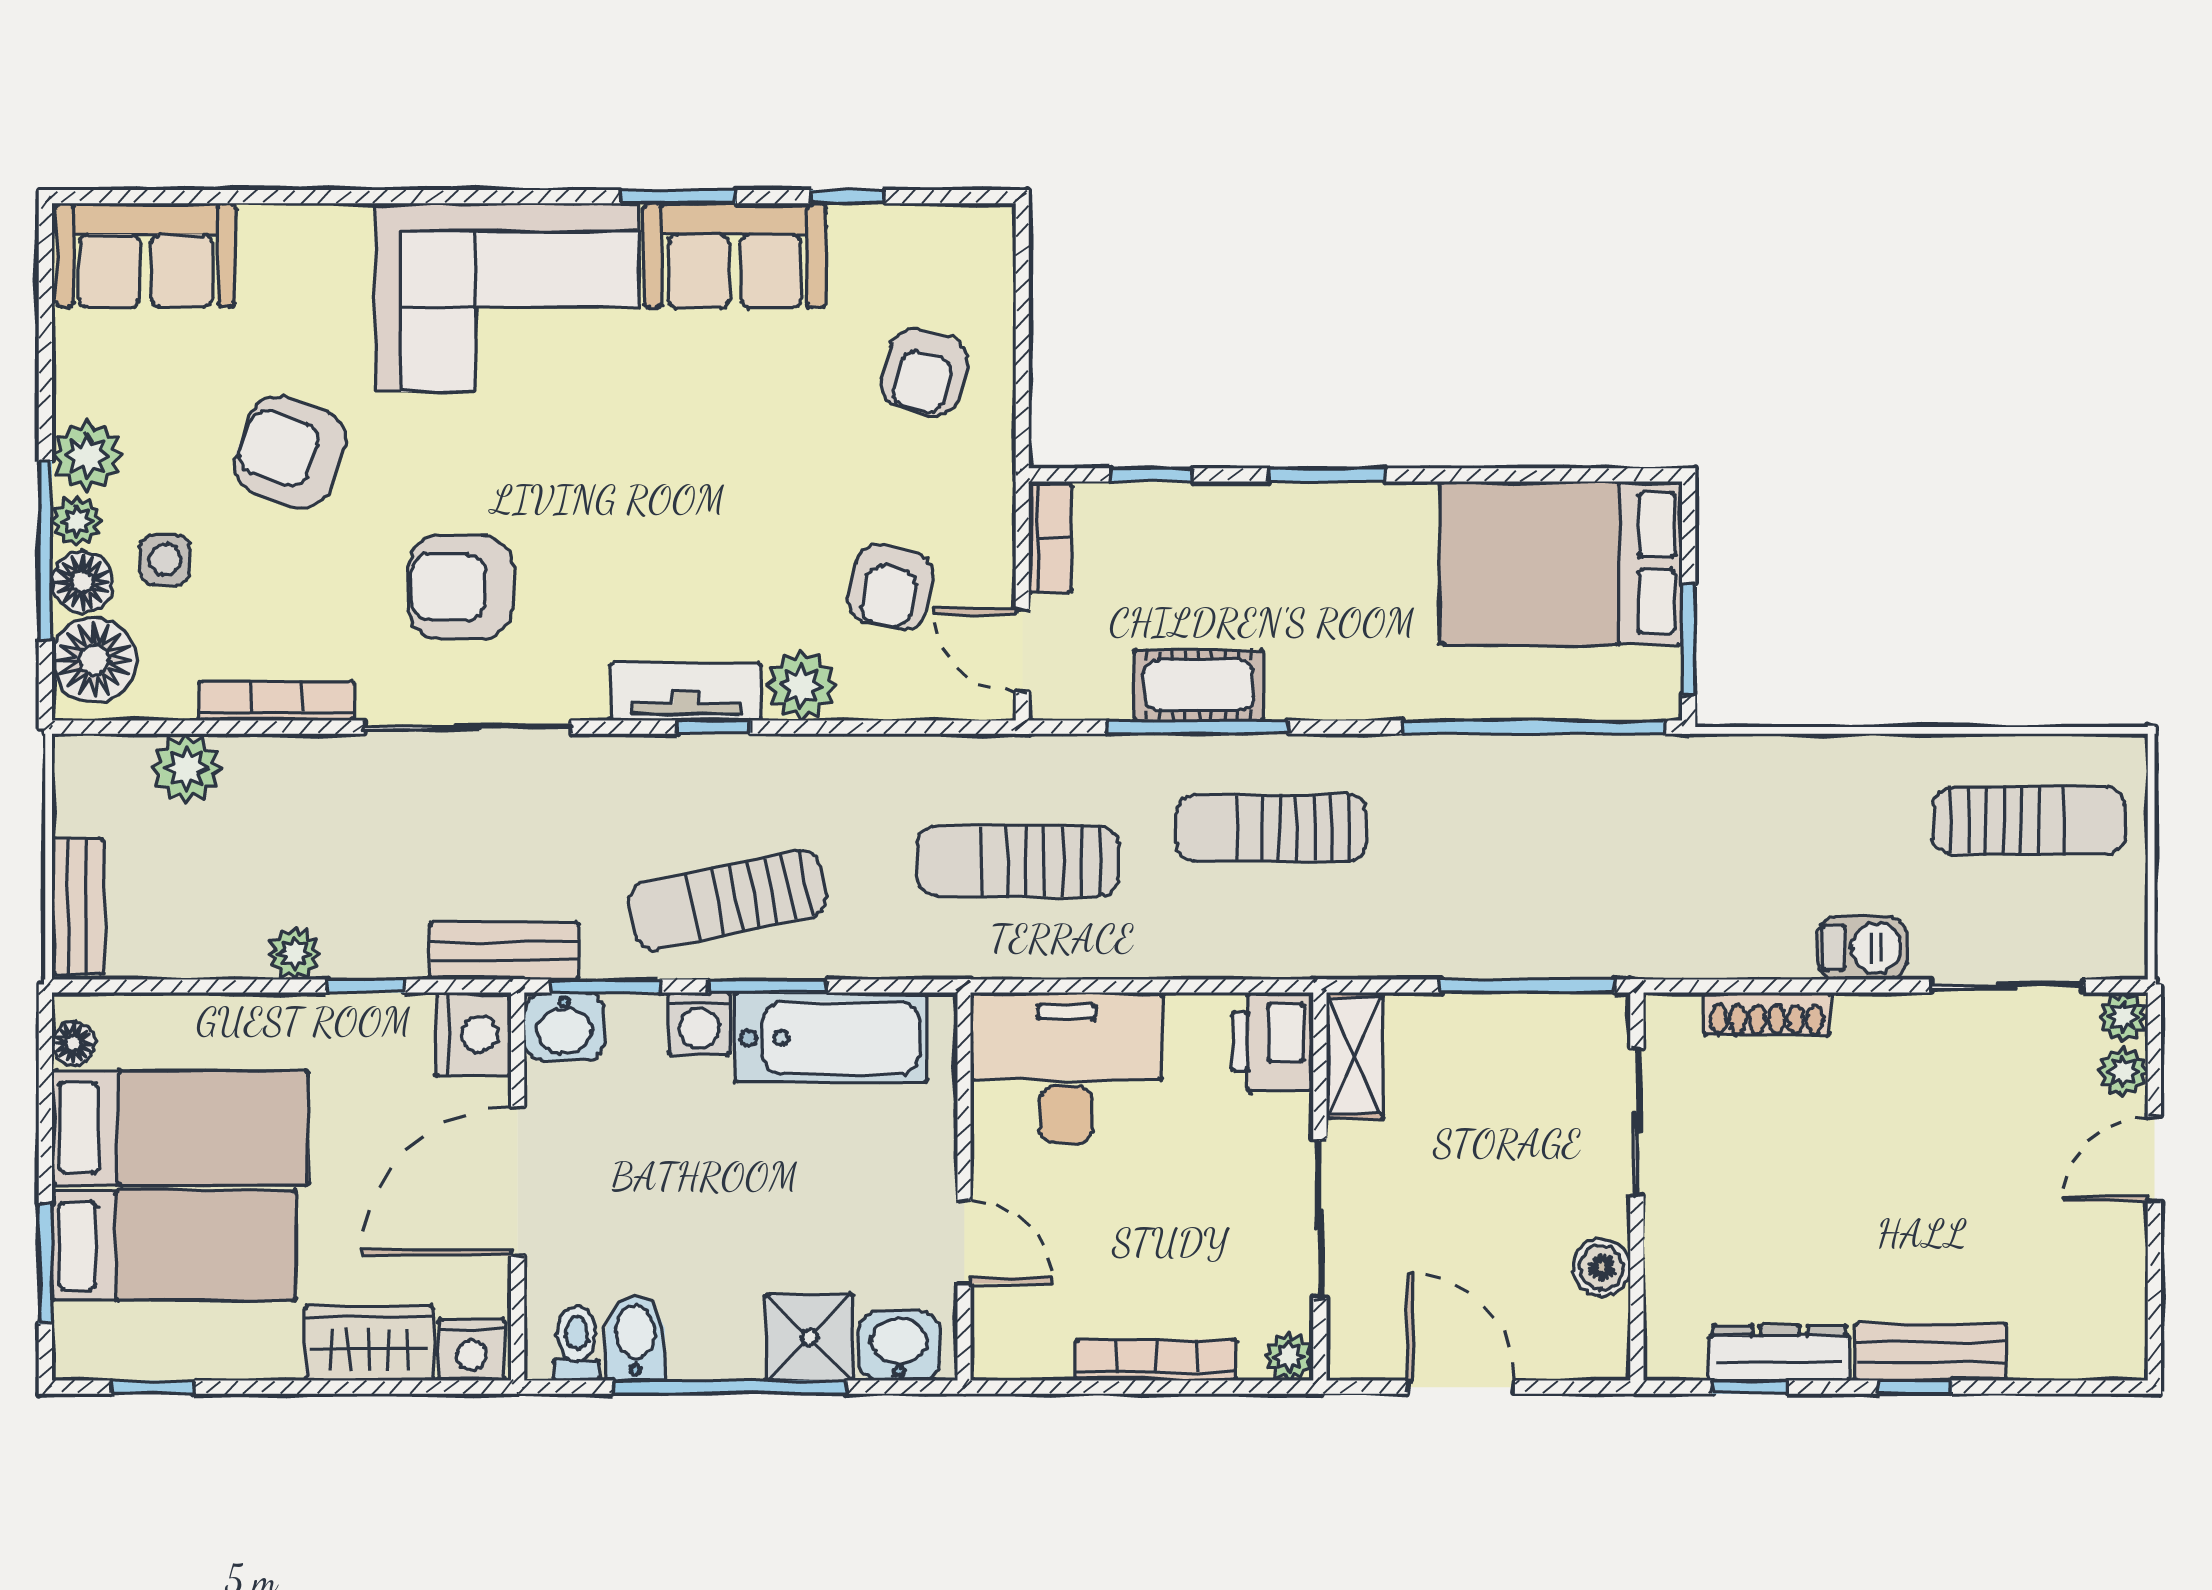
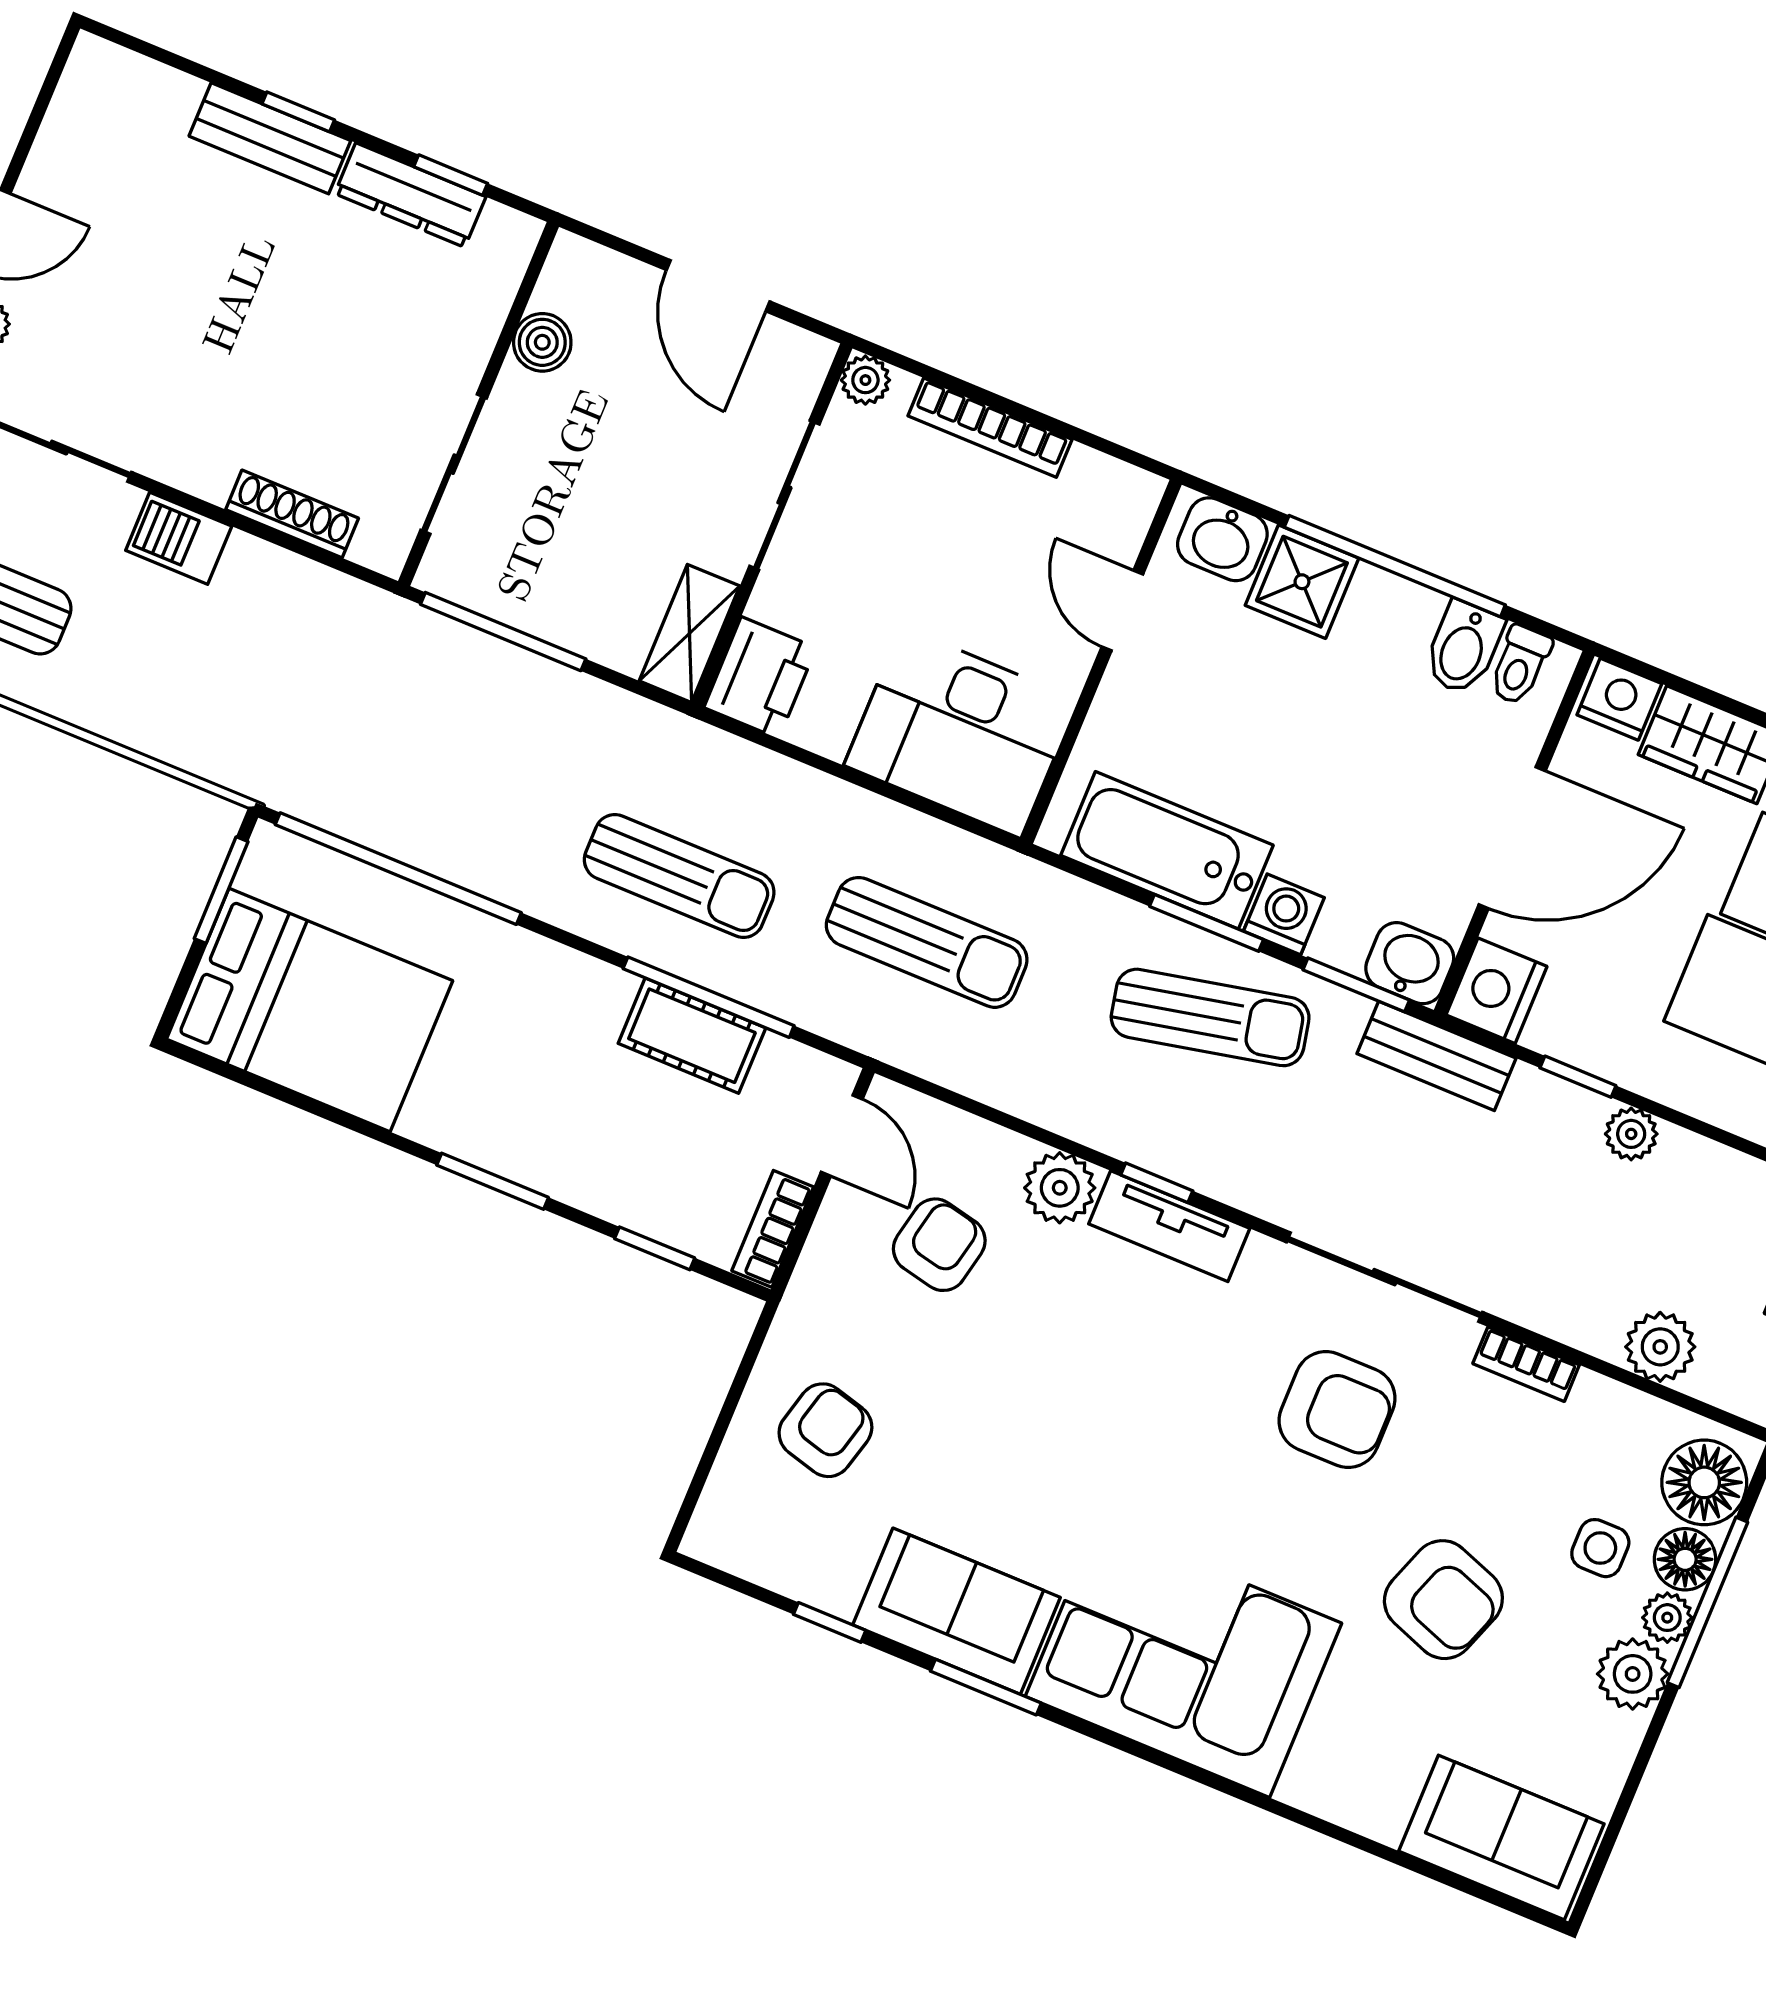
bookcase: (276, 701) -> (1526, 1364), width x0.64

